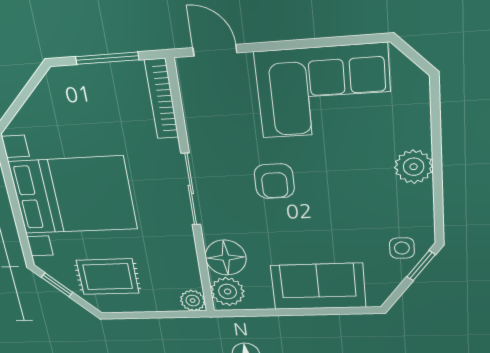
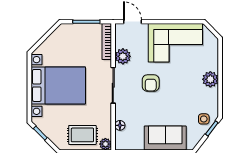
floor lamp: (226, 258) -> (120, 125), width x0.53, depth x0.53
rug: (108, 277) -> (82, 135), moved
plant: (228, 291) -> (123, 56), moved

